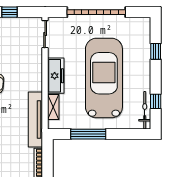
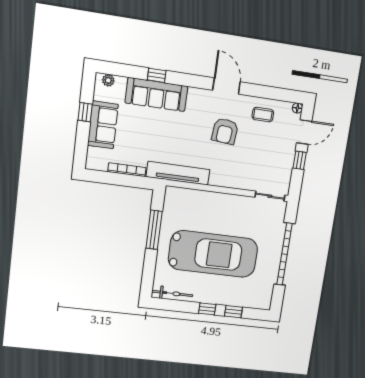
freezer: (56, 76) -> (223, 202), removed
window: (156, 101) -> (207, 309), moved
shelving: (53, 107) -> (189, 195), removed

